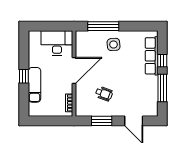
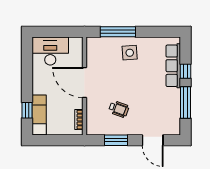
desk: (57, 43) -> (50, 51), moved
door: (74, 70) -> (84, 83), swing flipped
window: (24, 76) -> (27, 110), moved
exam couch: (34, 85) -> (39, 115), moved

